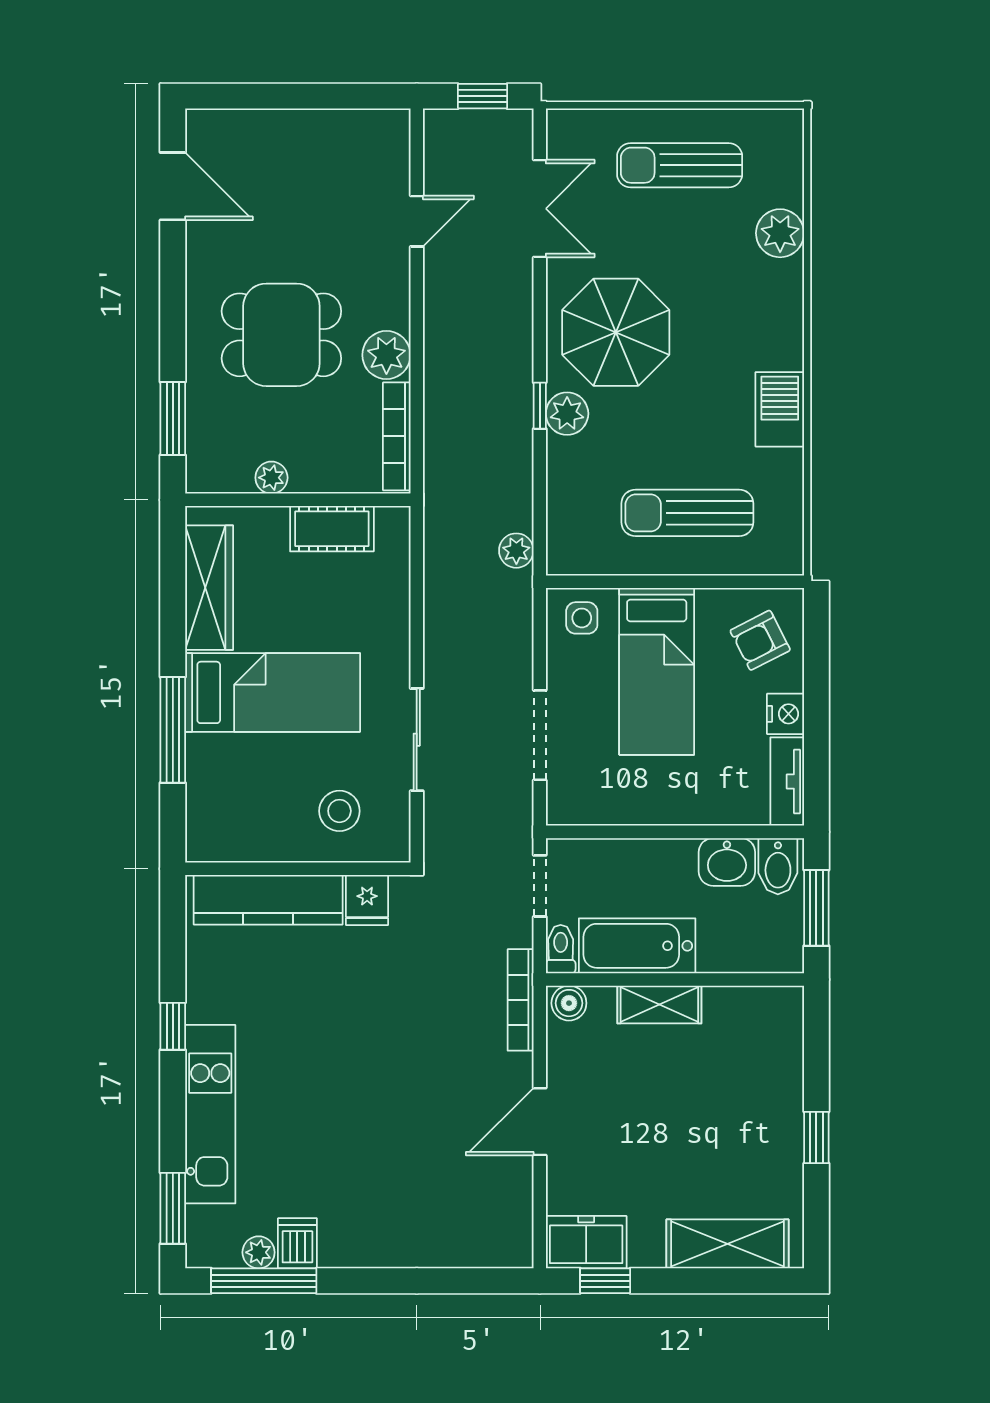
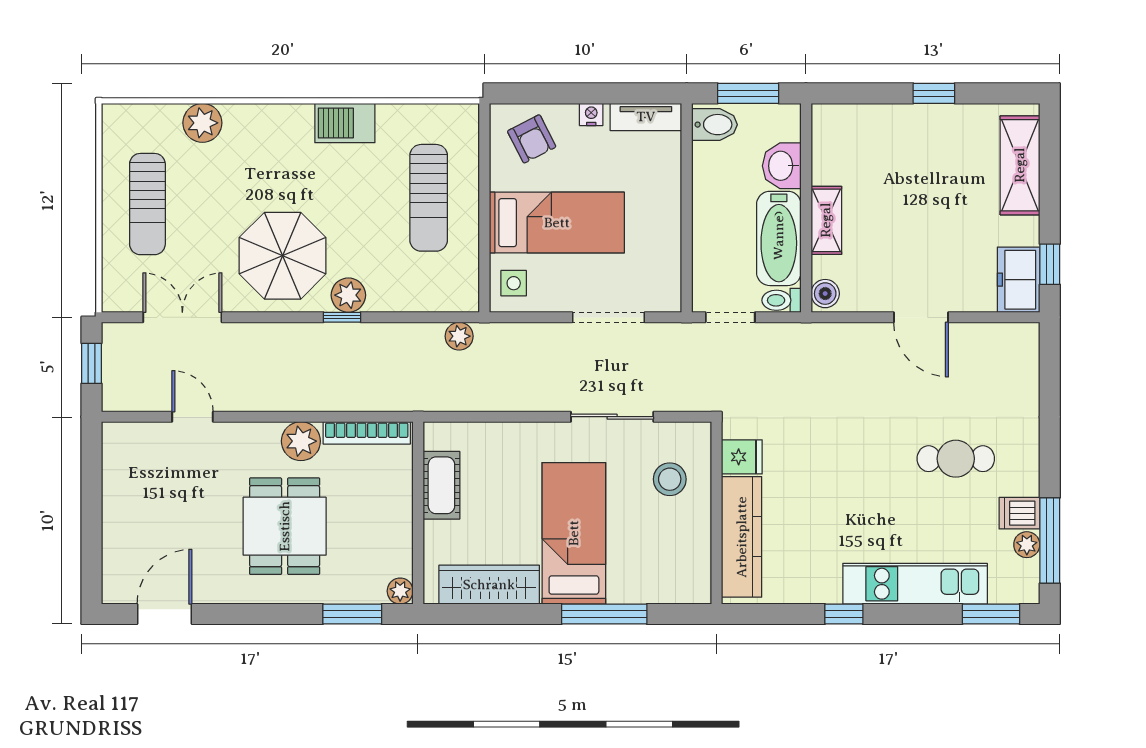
plant: (271, 478) -> (400, 591), moved
nightstand: (785, 714) -> (591, 114), width x0.72, depth x0.74
washbasin: (727, 862) -> (782, 166), moved, turned 180
bookcase: (521, 1000) -> (823, 333), removed
cafe table: (365, 1165) -> (956, 459), added

